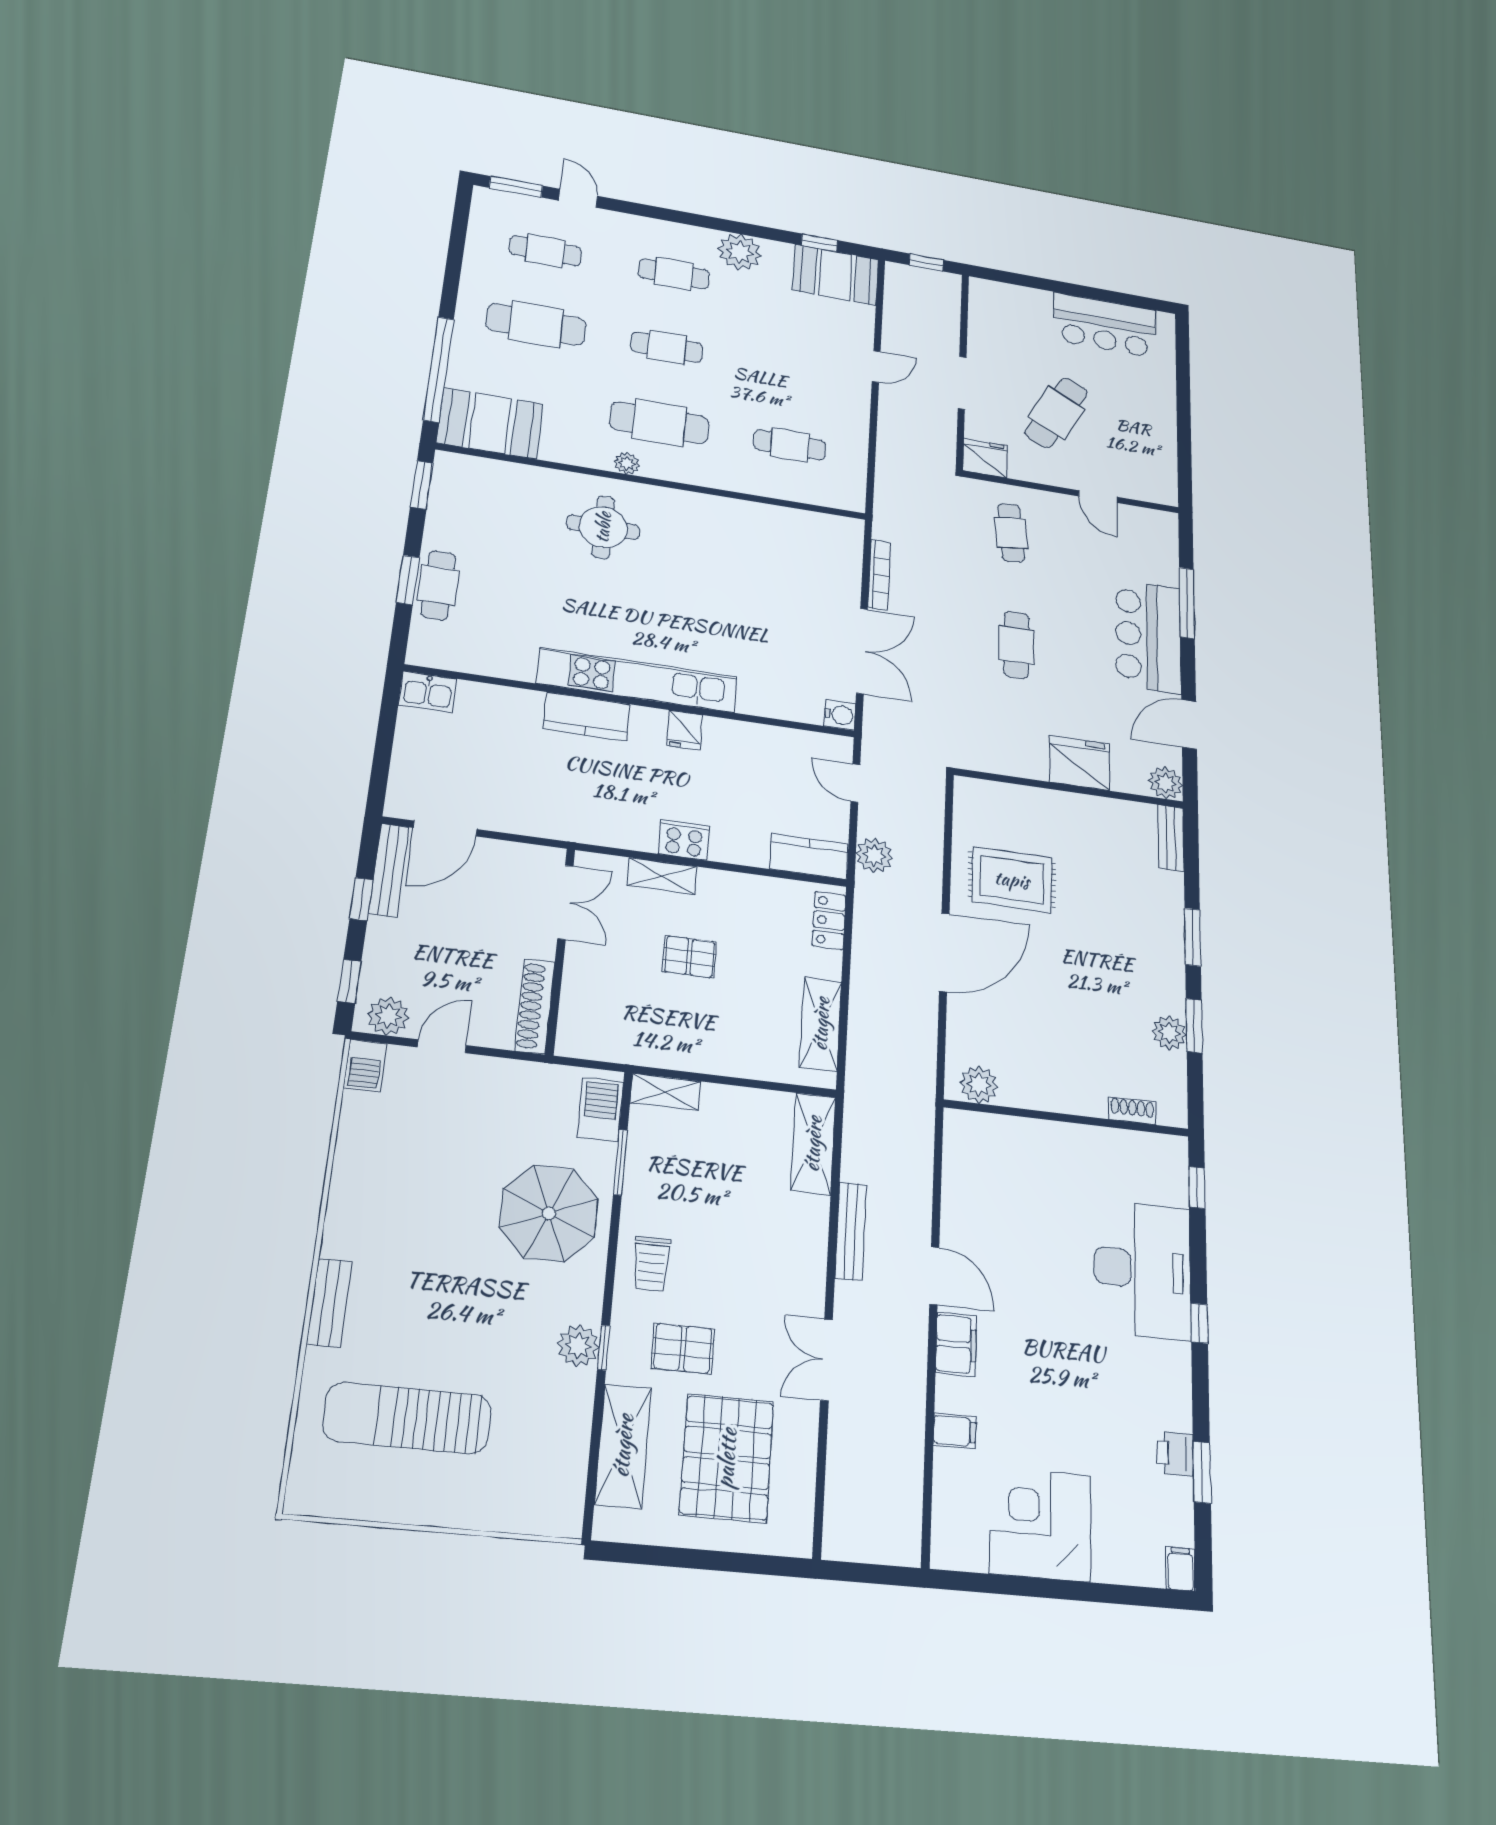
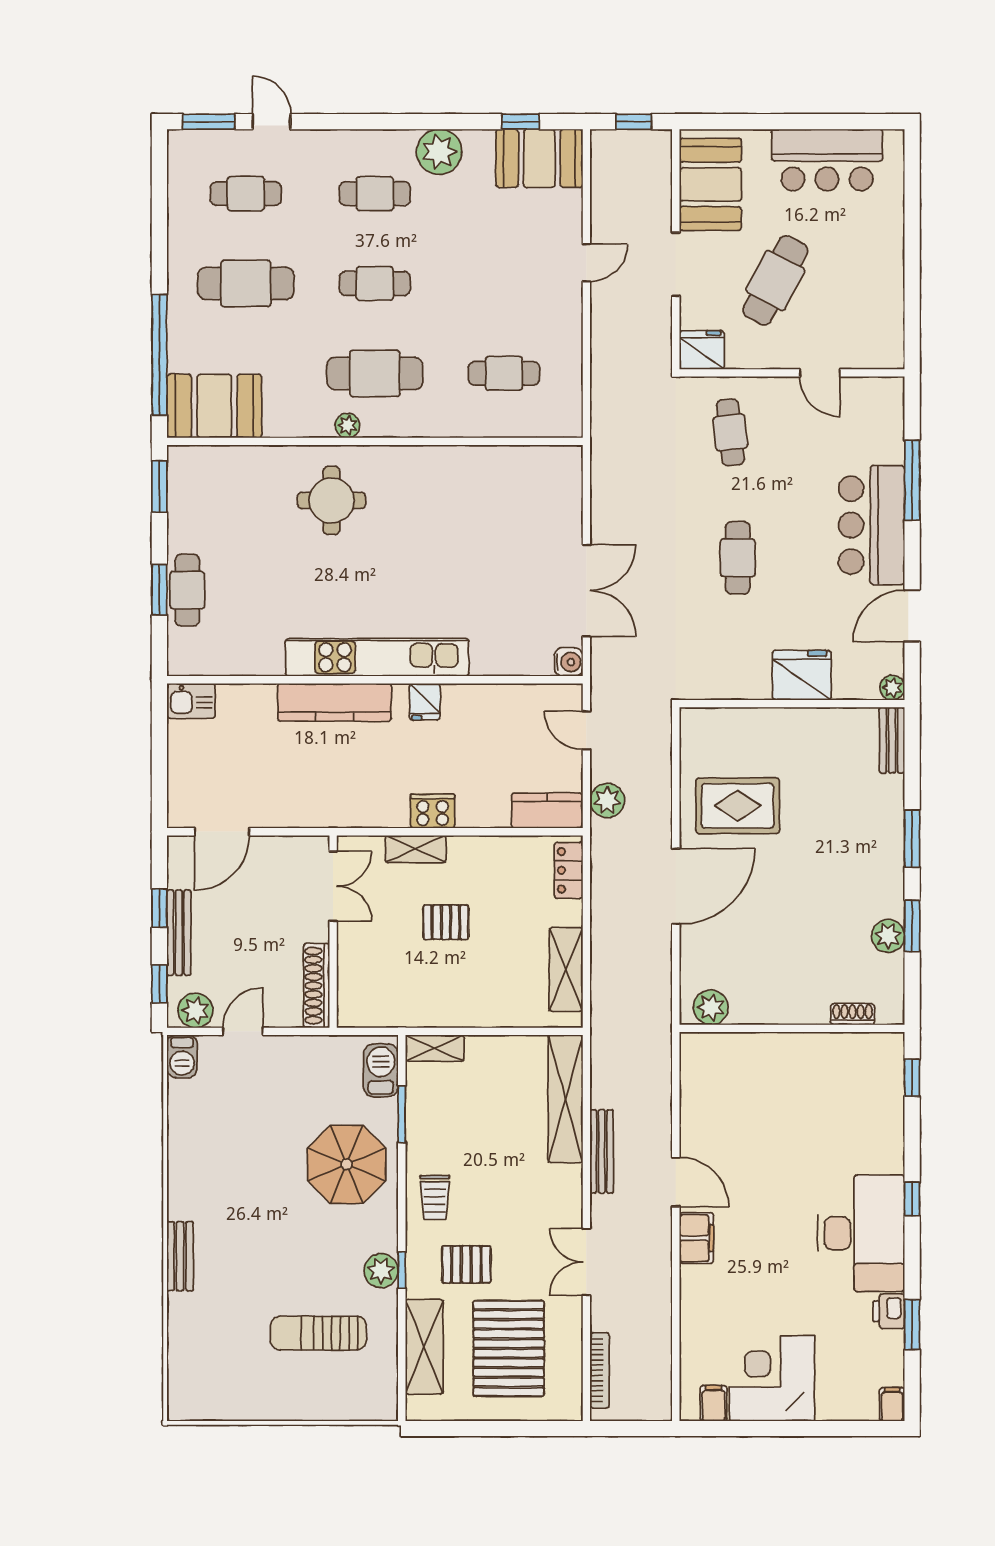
booth: (997, 325) -> (710, 184), added
bookcase: (879, 575) -> (600, 1370), moved
kitchen counter: (587, 717) -> (335, 702), width x1.50
plant: (1166, 783) -> (892, 688), width x0.73, depth x0.73
bench: (389, 870) -> (179, 933), moved
shelving: (813, 1144) -> (565, 1099), width x1.47
desk: (1142, 1270) -> (861, 1233), moved
sun lounger: (407, 1418) -> (318, 1333), moved, width x0.73, depth x0.75
filing cabinet: (955, 1431) -> (714, 1403), moved, turned -90

